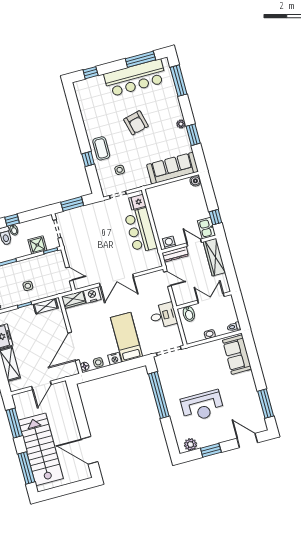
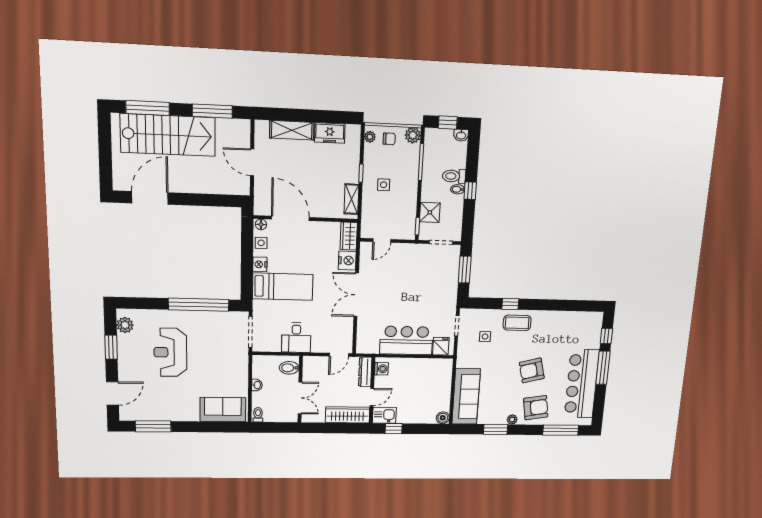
window: (140, 59) -> (603, 368), moved
armchair: (166, 108) -> (536, 408), added

